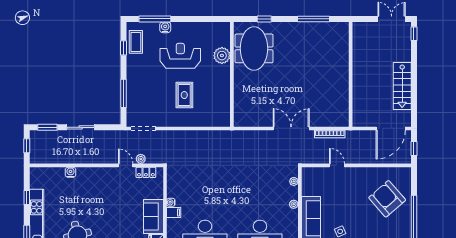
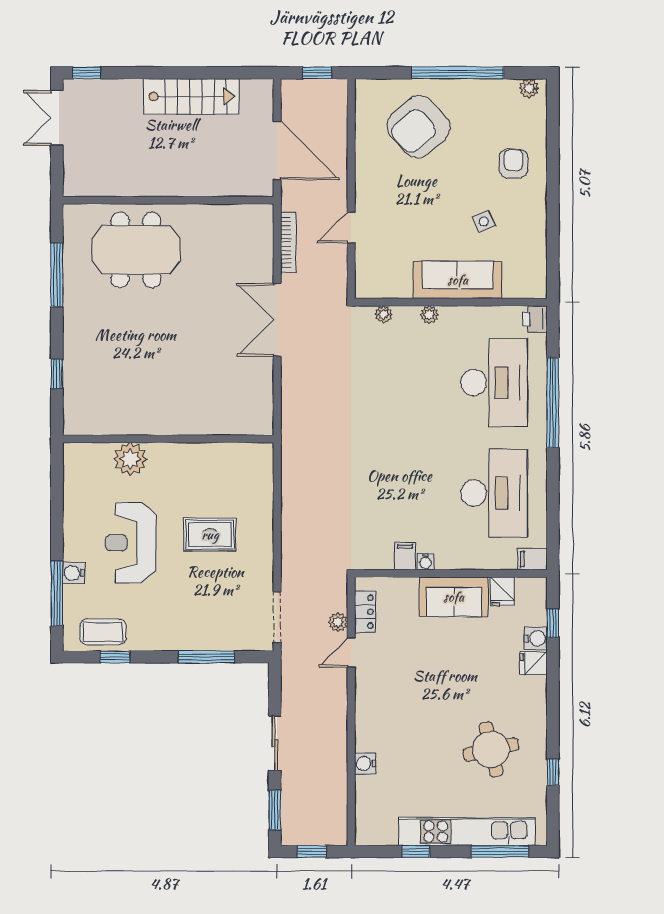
meeting table: (254, 48) -> (136, 250), moved
door: (391, 128) -> (277, 150), moved
filing cabinet: (174, 212) -> (405, 556), moved

